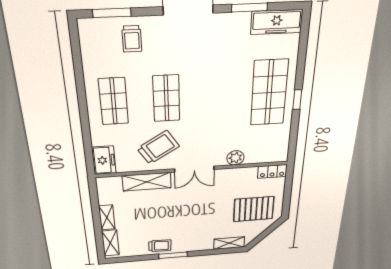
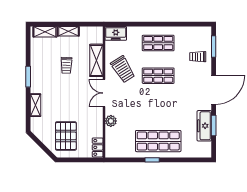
freezer: (277, 22) -> (204, 126), moved
shelving: (229, 243) -> (36, 105), moved
trolley: (160, 246) -> (66, 65), moved

